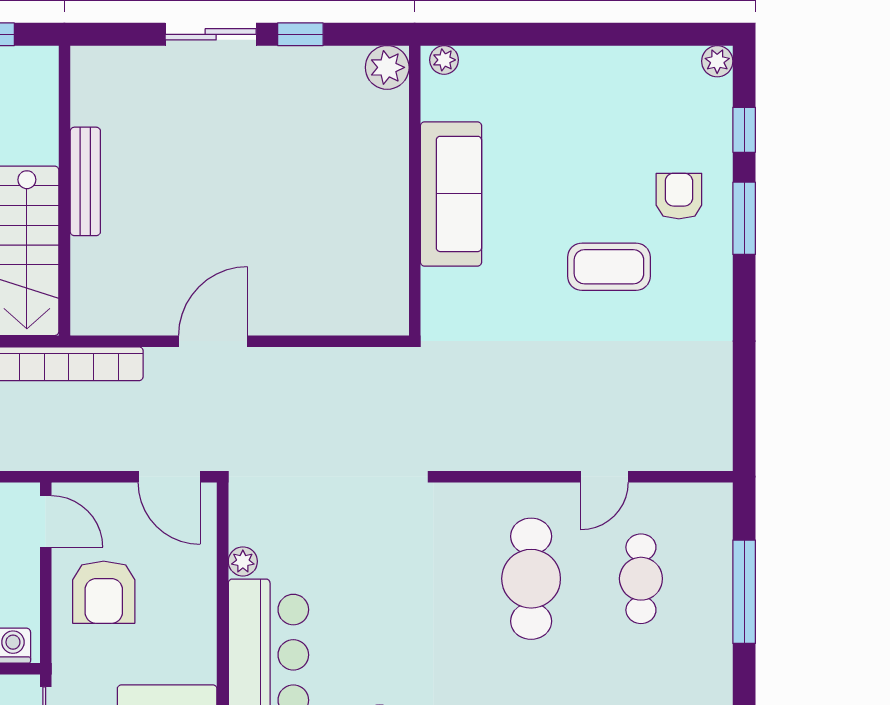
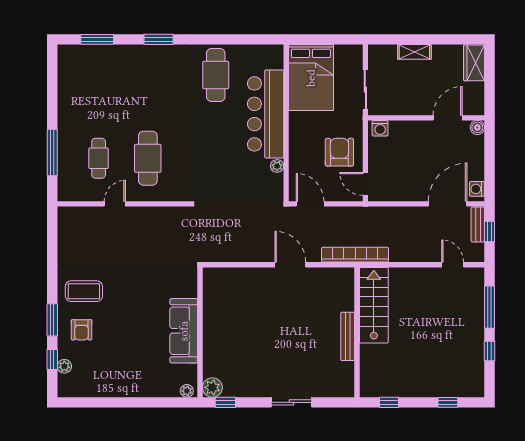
window: (300, 34) -> (225, 402), moved
plant: (717, 61) -> (64, 366), moved
coffee table: (609, 267) -> (84, 291), moved
door: (213, 341) -> (290, 265), swing flipped

